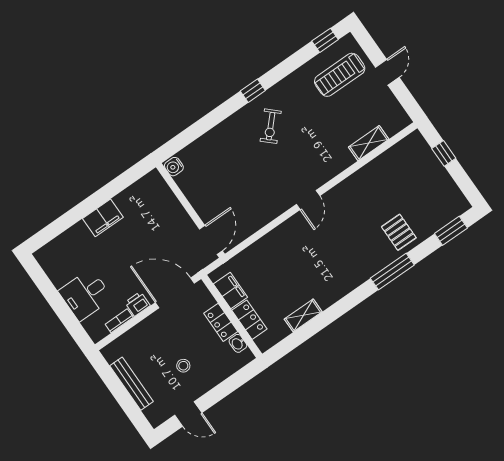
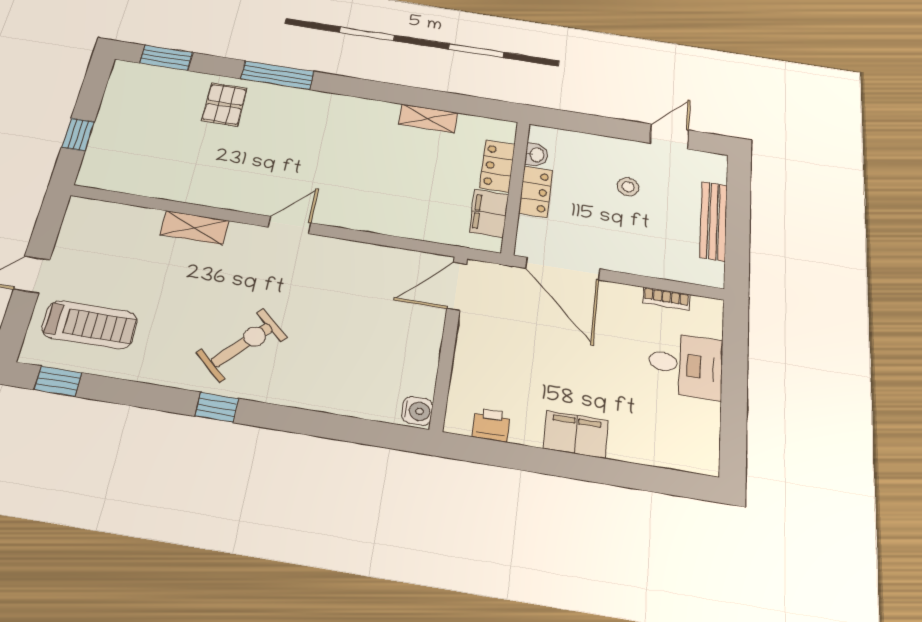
exercise bike: (271, 126) -> (242, 345), width x1.38, depth x1.39
shelving: (369, 143) -> (195, 228), moved
printer: (137, 304) -> (491, 425), moved, turned 180
door: (188, 414) -> (669, 137), hinge flipped

